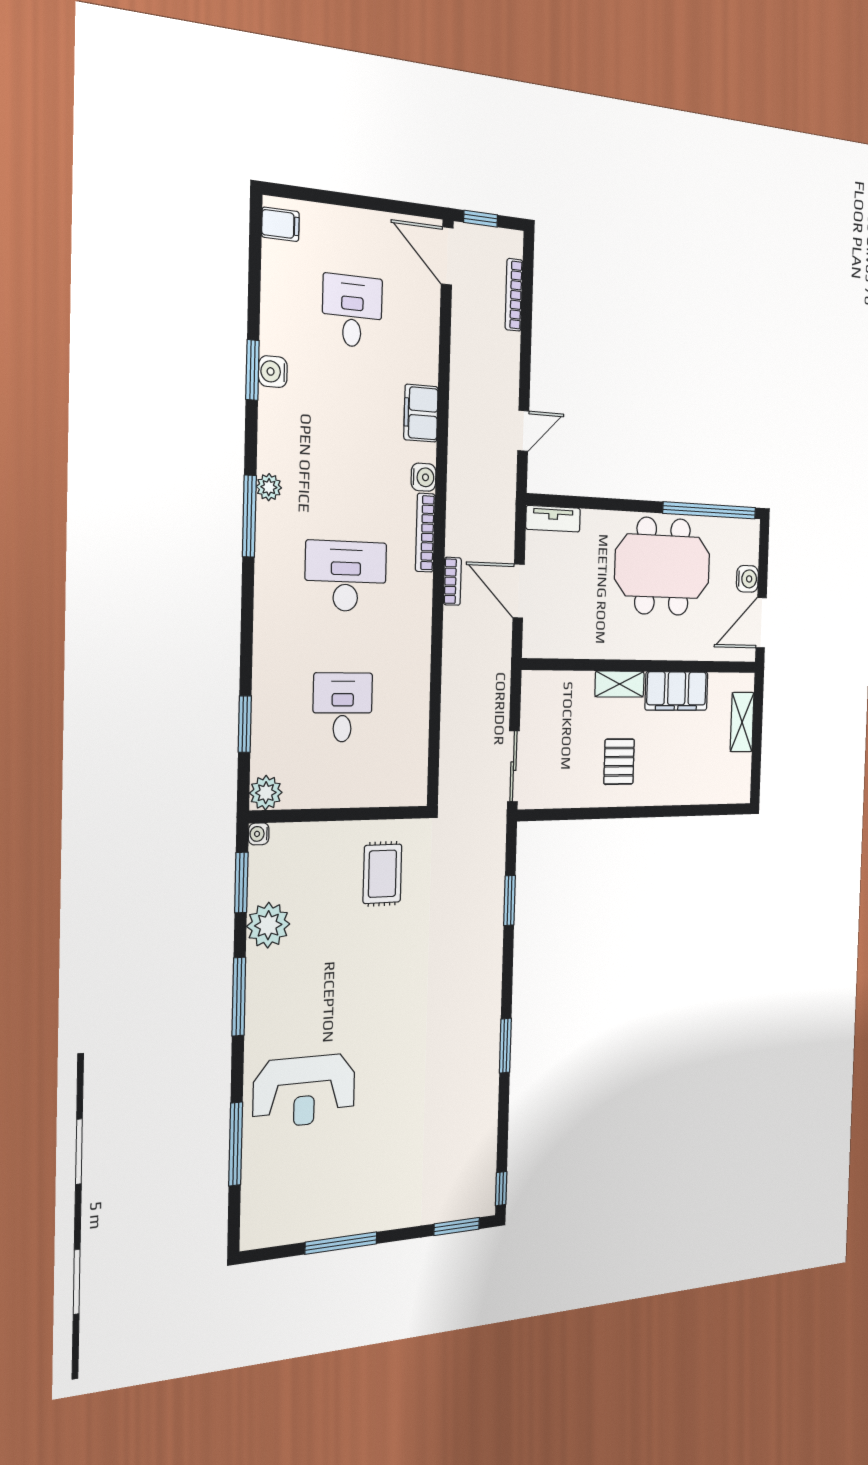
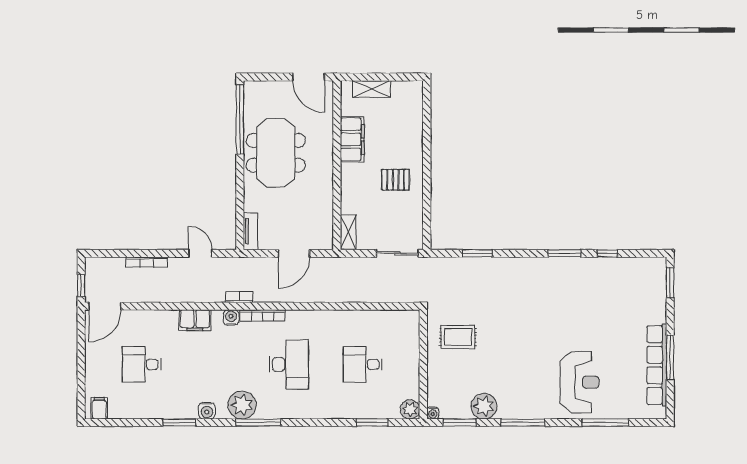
bookcase: (514, 295) -> (147, 262), moved
water cooler: (273, 372) -> (207, 411), moved
plant: (269, 487) -> (242, 405), width x1.88, depth x1.88
desk: (346, 576) -> (289, 364), turned 180
water cooler: (747, 579) -> (281, 89), removed
bookcase: (452, 581) -> (239, 297), moved
shelving: (620, 684) -> (348, 232), moved
window: (501, 1189) -> (607, 253), moved
row of seats: (329, 1222) -> (657, 365), added

